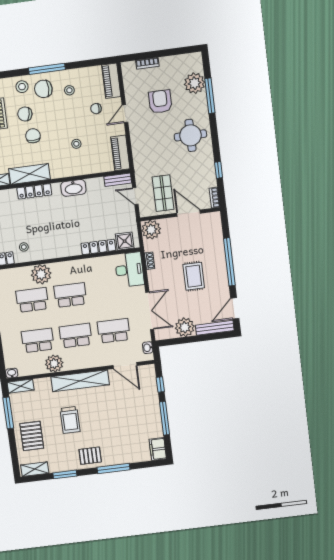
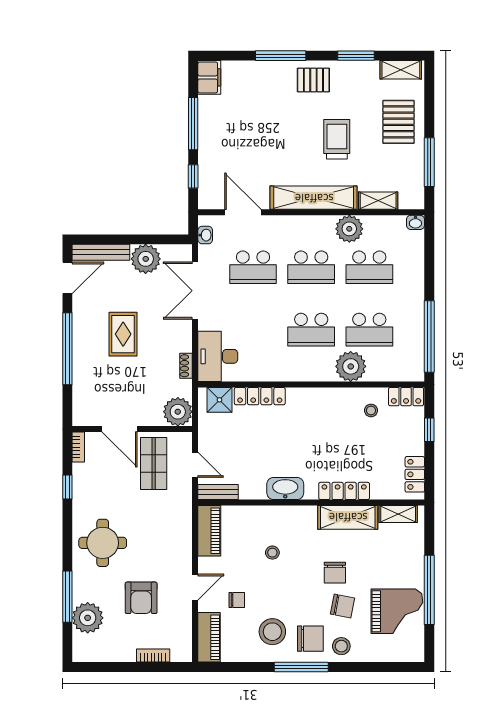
stool: (69, 90) -> (272, 632), width x1.89, depth x1.89
shelving: (21, 386) -> (378, 201), moved

